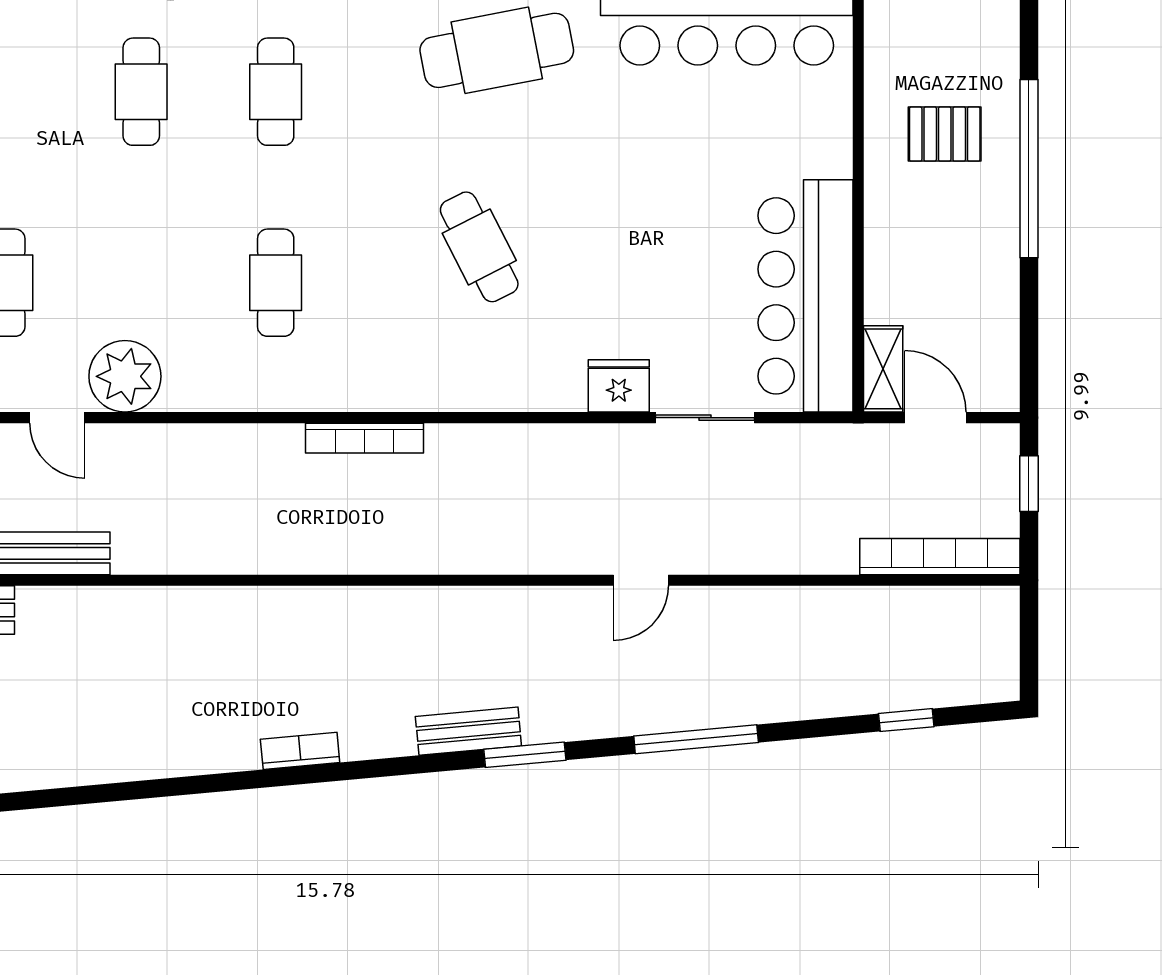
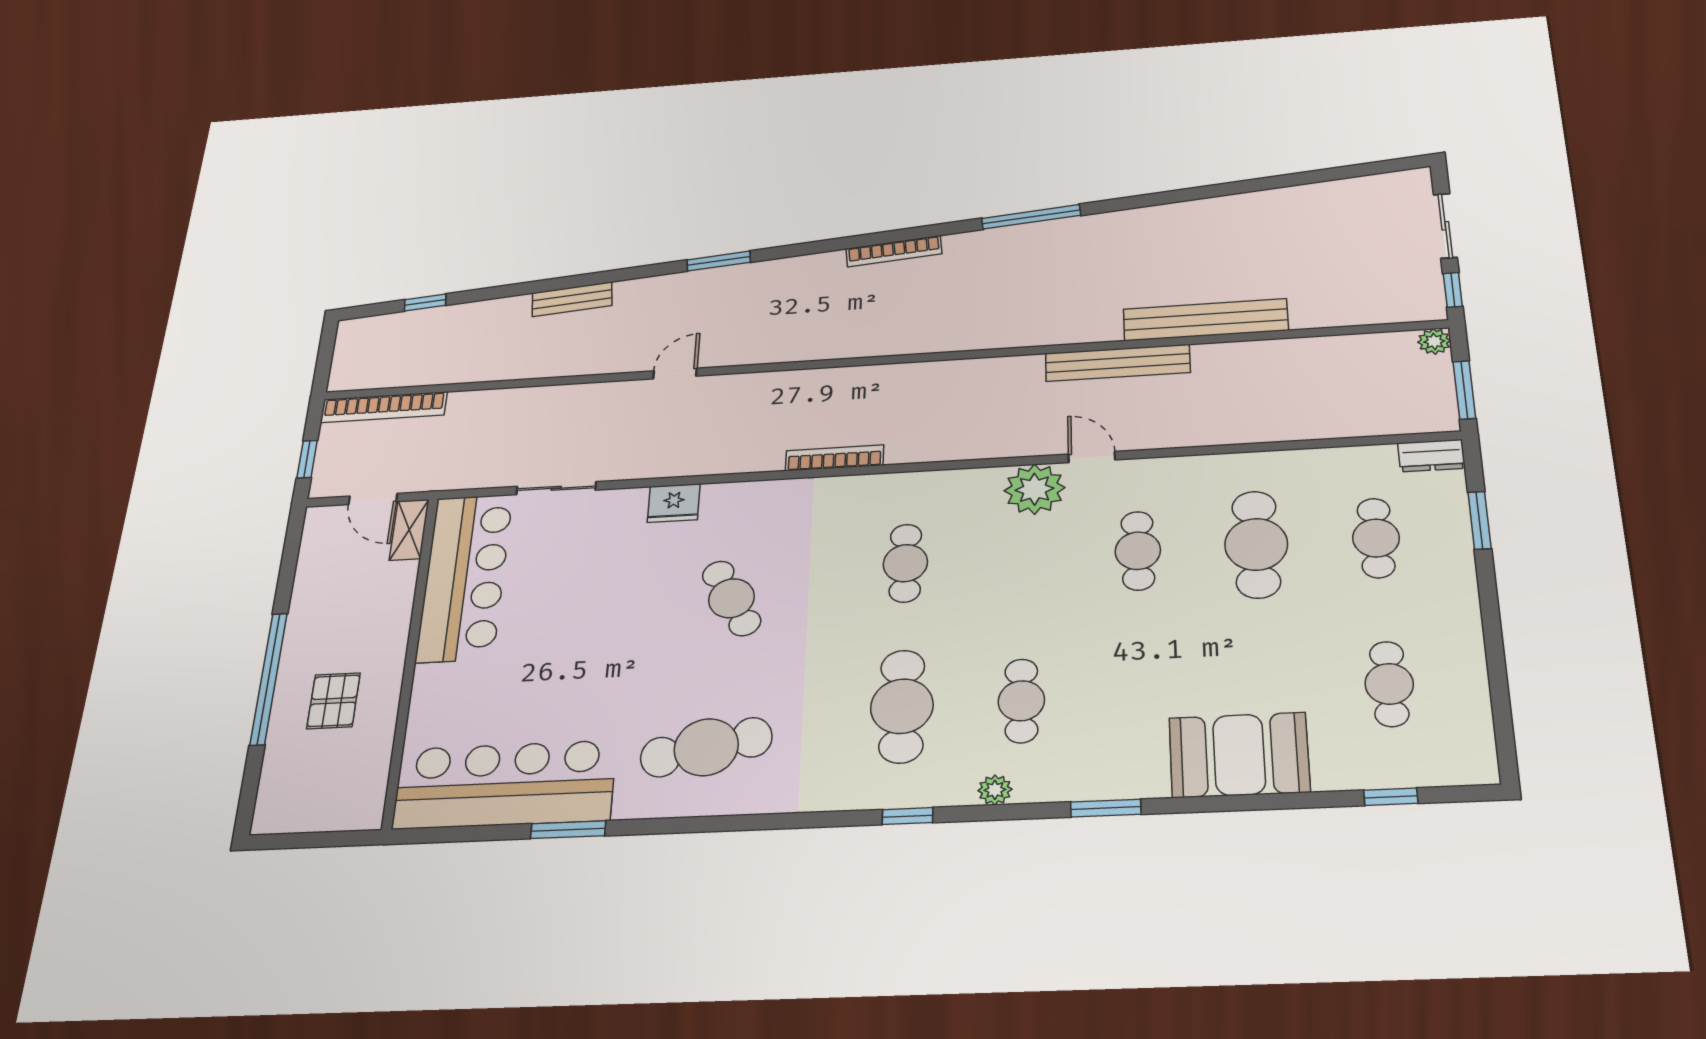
cafe table: (276, 92) -> (902, 706), width x1.37, depth x1.35
pallet: (945, 134) -> (334, 701), turned 90
fridge: (619, 386) -> (674, 503), moved
door: (641, 580) -> (675, 373), moved
bench: (468, 731) -> (572, 299), moved
window: (696, 739) -> (1031, 217), moved
bookcase: (300, 751) -> (894, 251), width x1.56

